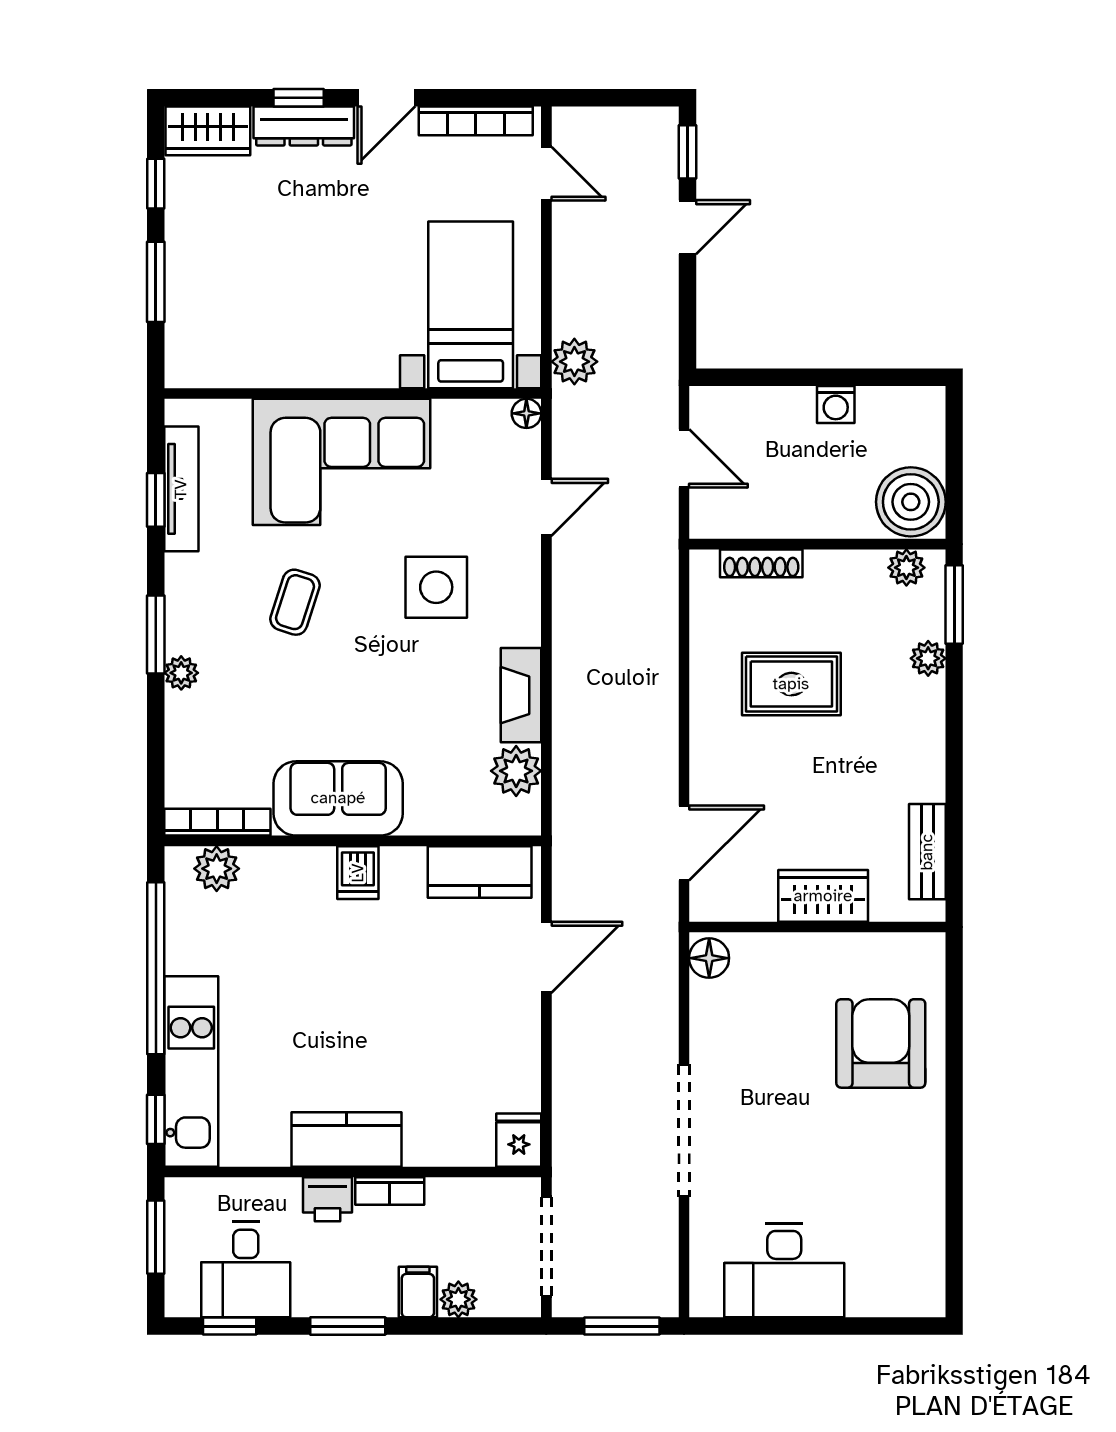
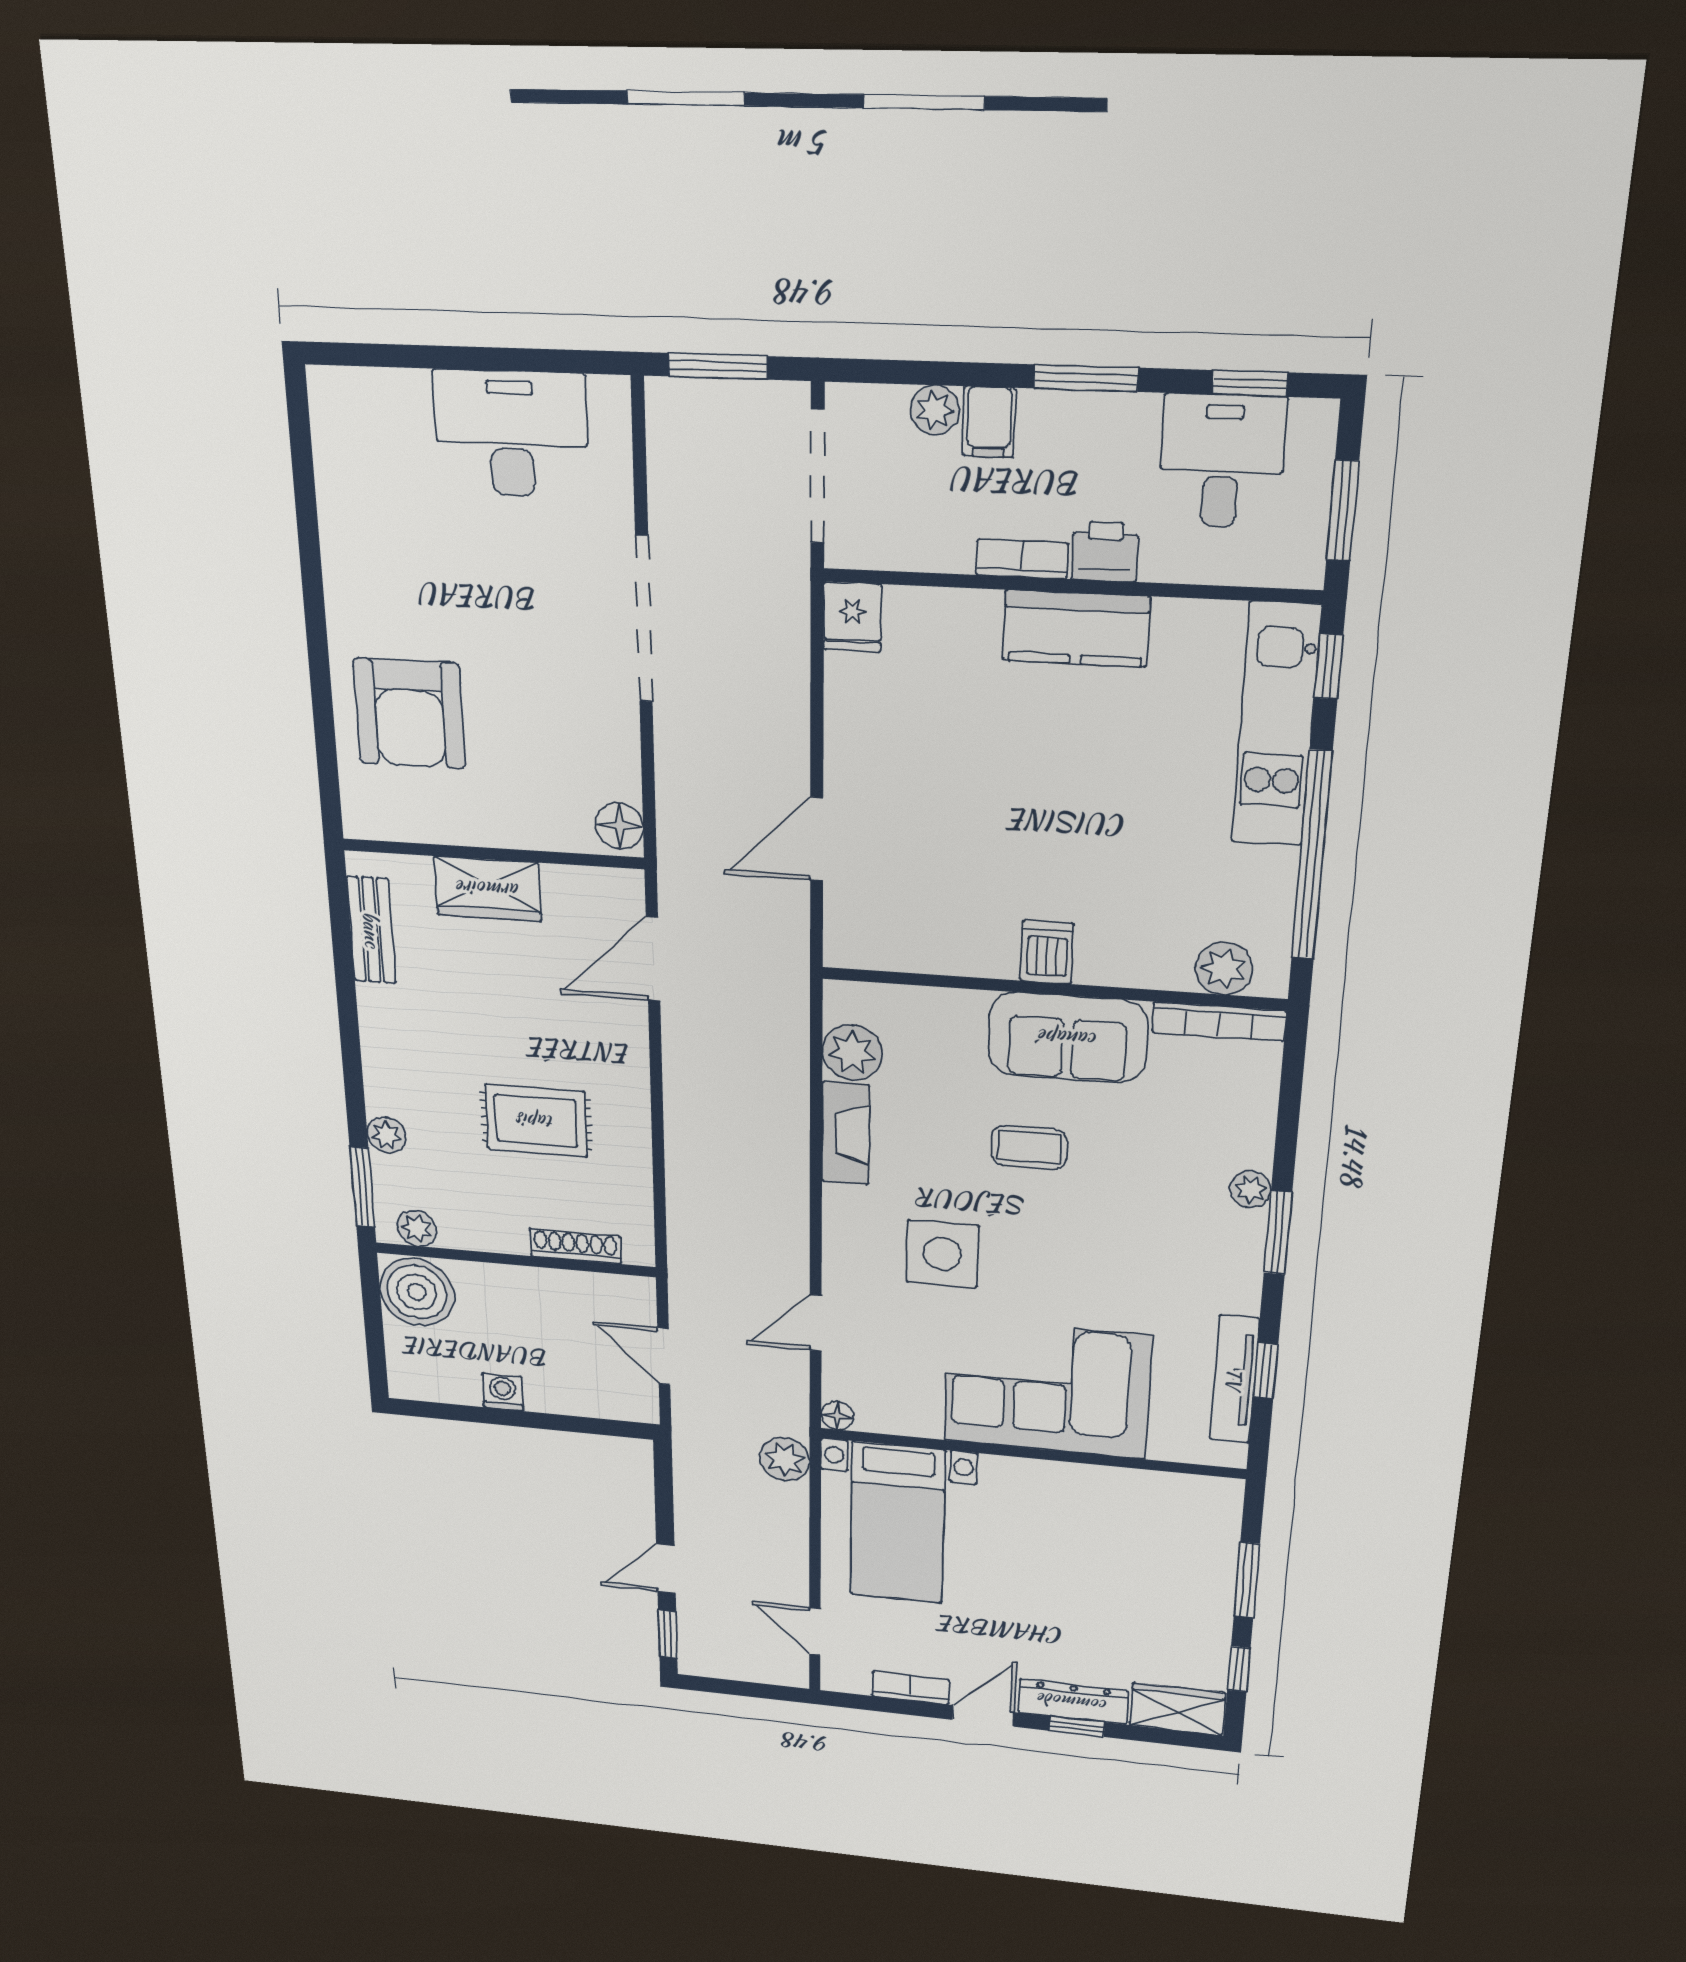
bookcase: (476, 121) -> (911, 1688), width x0.64
coffee table: (295, 602) -> (1029, 1148), moved, turned 72
kitchen counter: (480, 872) -> (897, 943), removed

